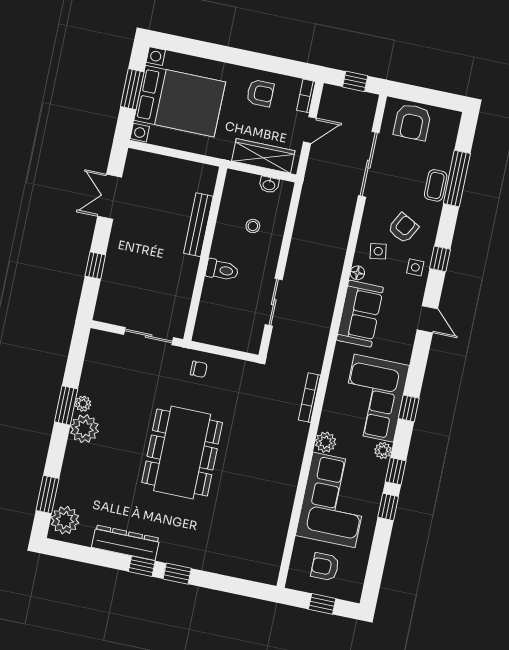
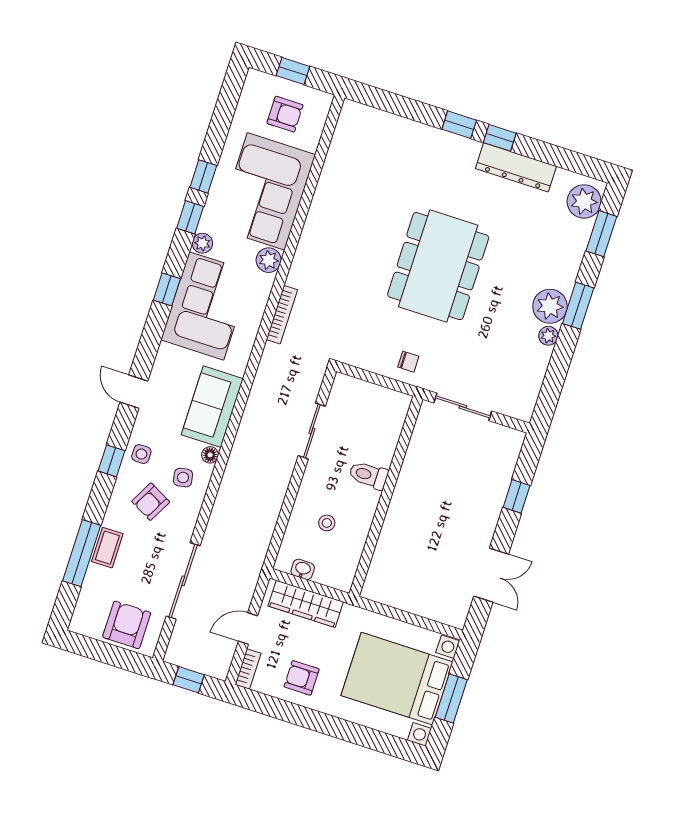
bench: (198, 225) -> (391, 531), removed
chair: (199, 369) -> (408, 362), turned 180
window: (66, 405) -> (578, 306), moved

